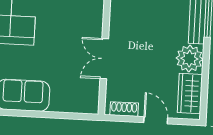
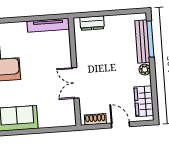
plant: (189, 59) -> (145, 70), width x0.53, depth x0.53

